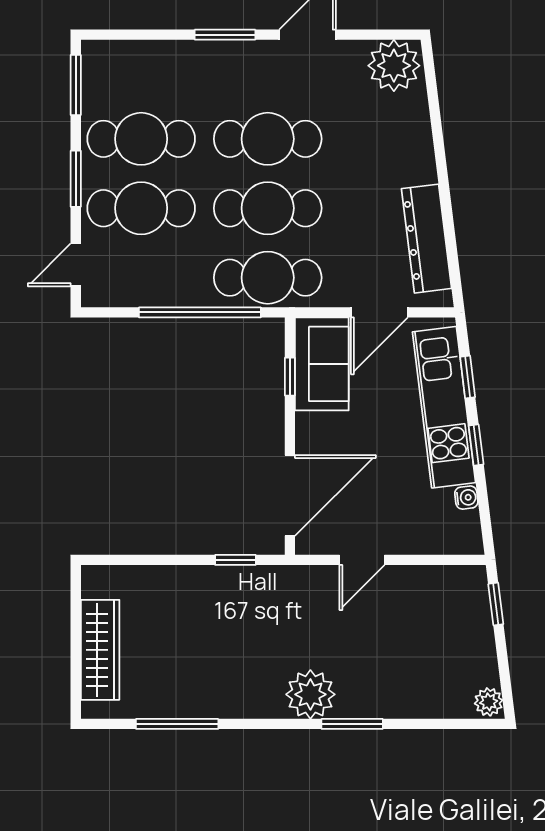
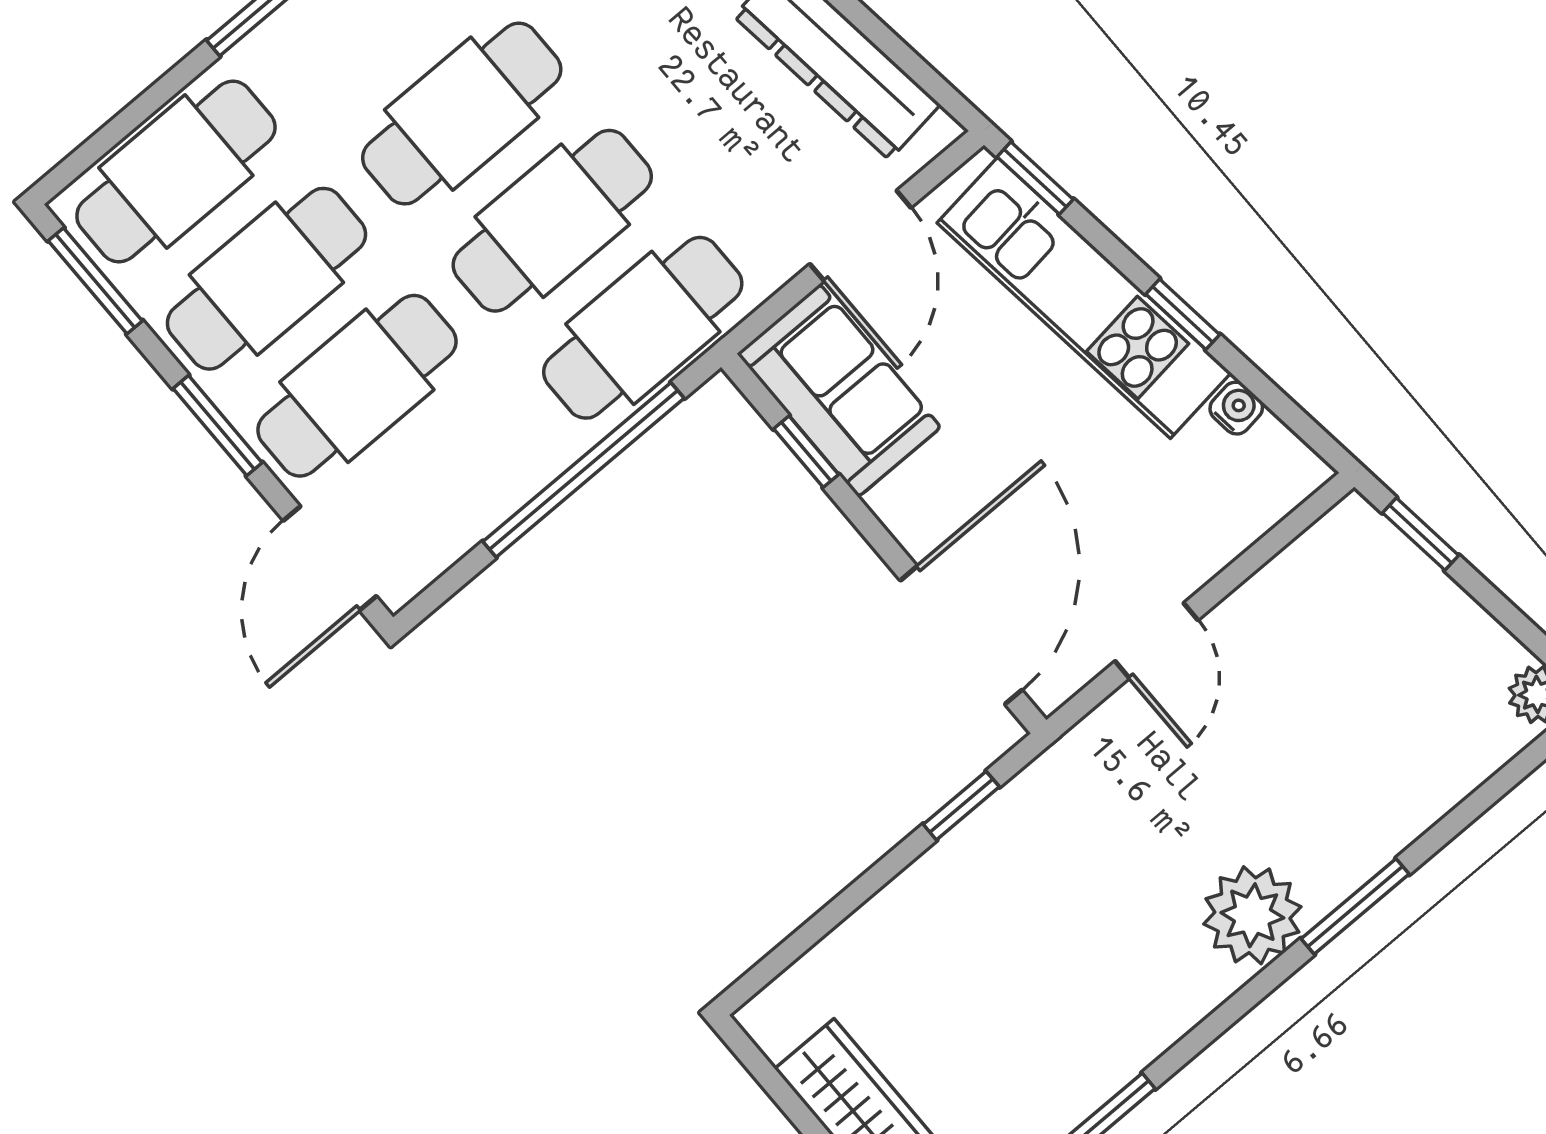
cafe table: (141, 69) -> (176, 172), added
door: (76, 265) -> (330, 558), width x1.38
window: (468, 377) -> (1035, 178), moved

